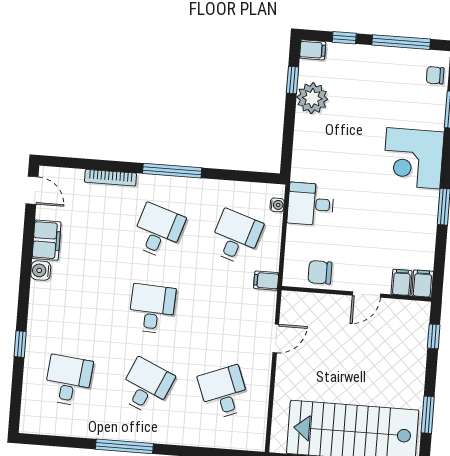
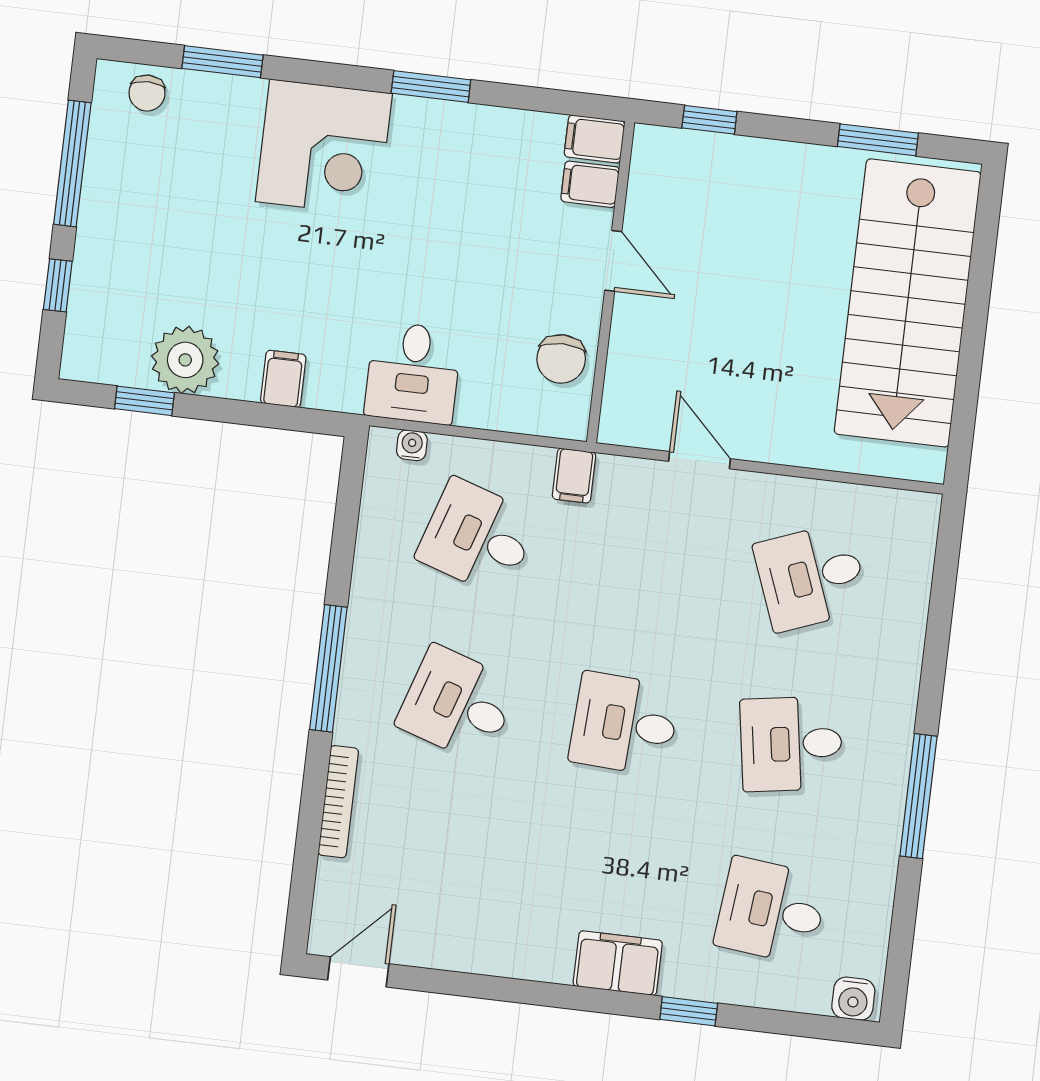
filing cabinet: (313, 50) -> (283, 379), moved
filing cabinet: (47, 240) -> (618, 963), moved
water cooler: (41, 271) -> (853, 999), moved
desk: (146, 386) -> (791, 744), turned -33

